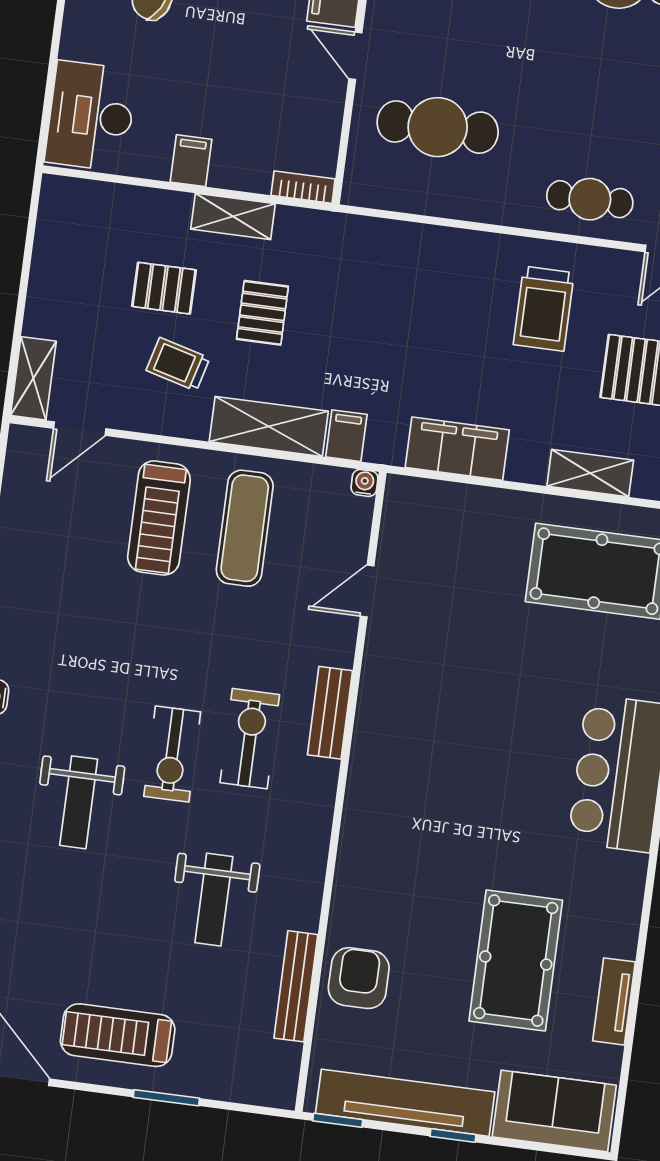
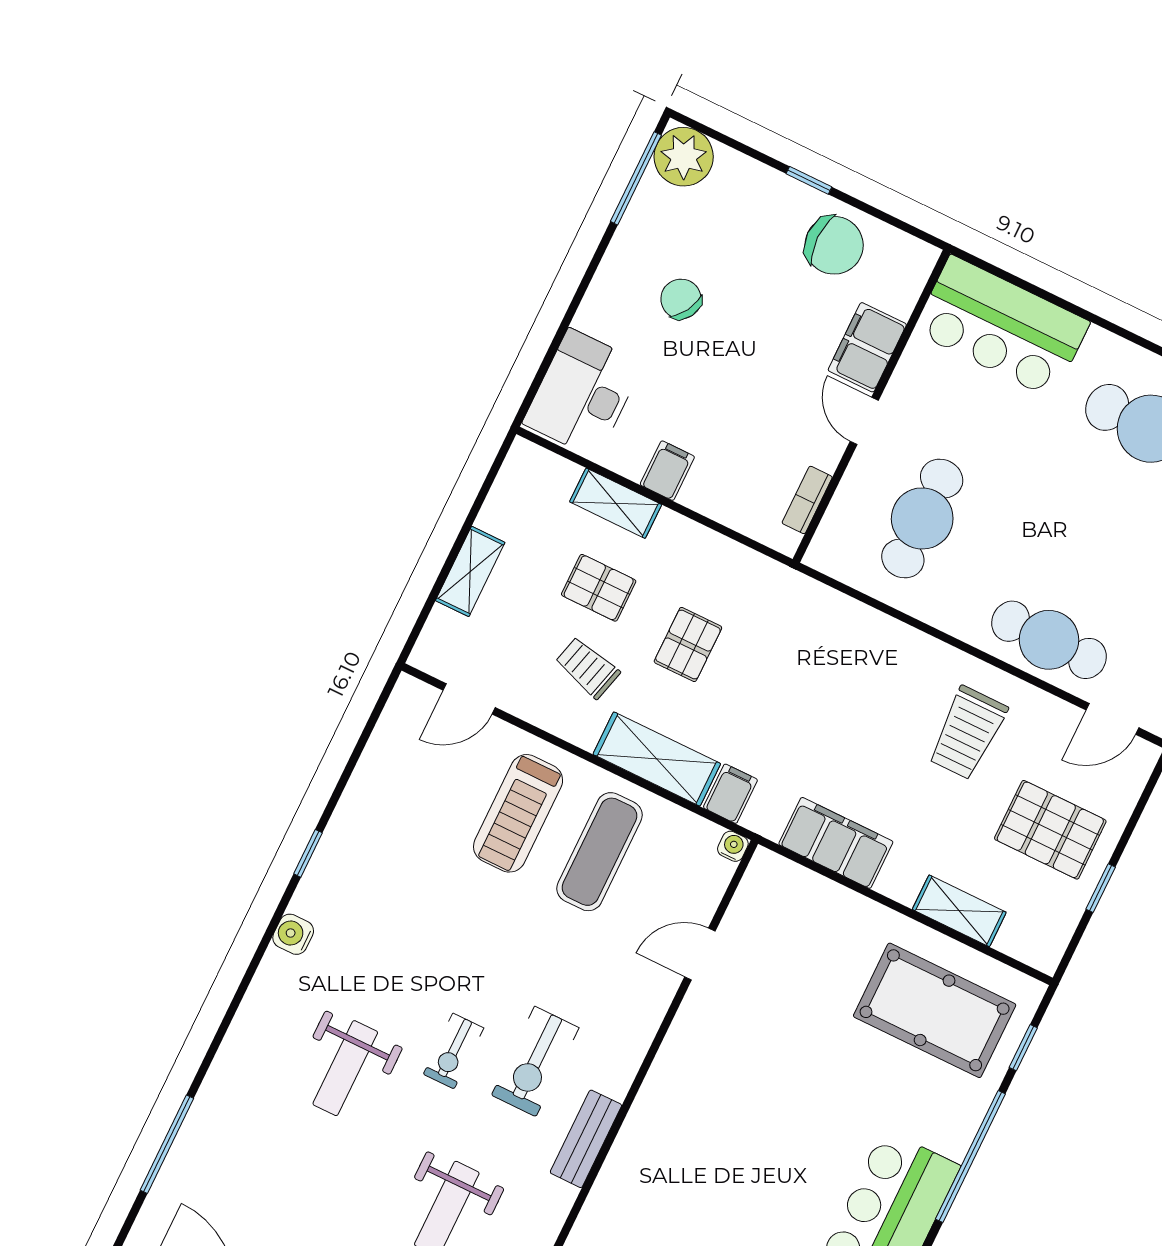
cafe table: (438, 127) -> (922, 518), turned 90
bookcase: (303, 187) -> (807, 500), moved, turned -90
cafe table: (590, 199) -> (1049, 640), width x1.37, depth x1.35
shelving: (233, 216) -> (616, 503), moved
shelving: (33, 378) -> (470, 571), moved
bench: (330, 713) -> (586, 1139), moved
exercise bike: (250, 739) -> (535, 1061), turned 180
exercise bike: (172, 754) -> (453, 1051), width x0.73, depth x0.72

